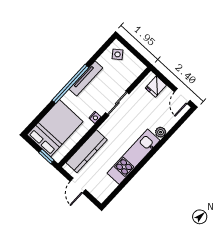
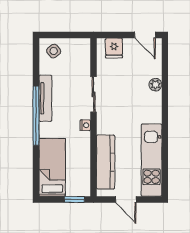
bed: (55, 128) -> (52, 167), width x0.67
kitchen unit: (133, 157) -> (152, 160), moved

